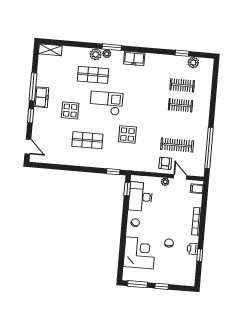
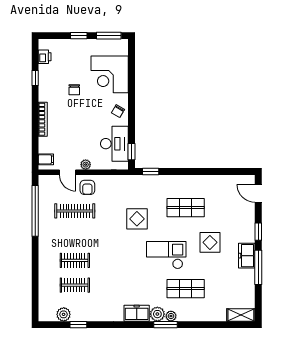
plant: (96, 54) -> (157, 314), moved
checkout: (106, 103) -> (166, 255), turned 180
printer: (193, 249) -> (45, 57), moved

